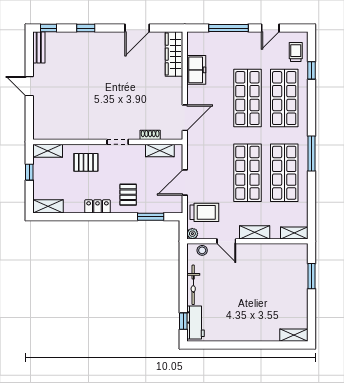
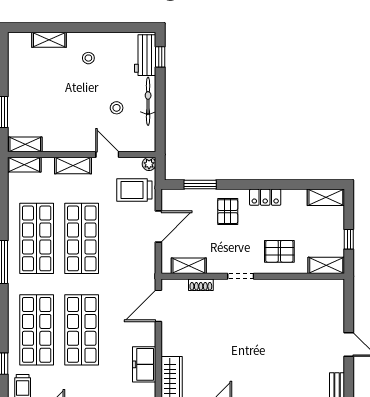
stool: (202, 250) -> (117, 108), moved
shelving: (294, 250) -> (25, 144), added
stool: (242, 320) -> (88, 58), added
shelving: (294, 335) -> (49, 40), moved

